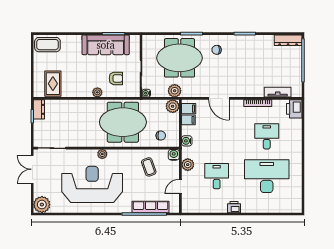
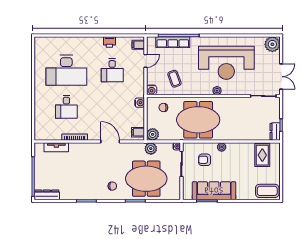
printer: (294, 109) -> (41, 132), removed
filing cabinet: (188, 120) -> (138, 45), moved
plant: (188, 165) -> (139, 81), removed
printer: (234, 207) -> (109, 42), moved

